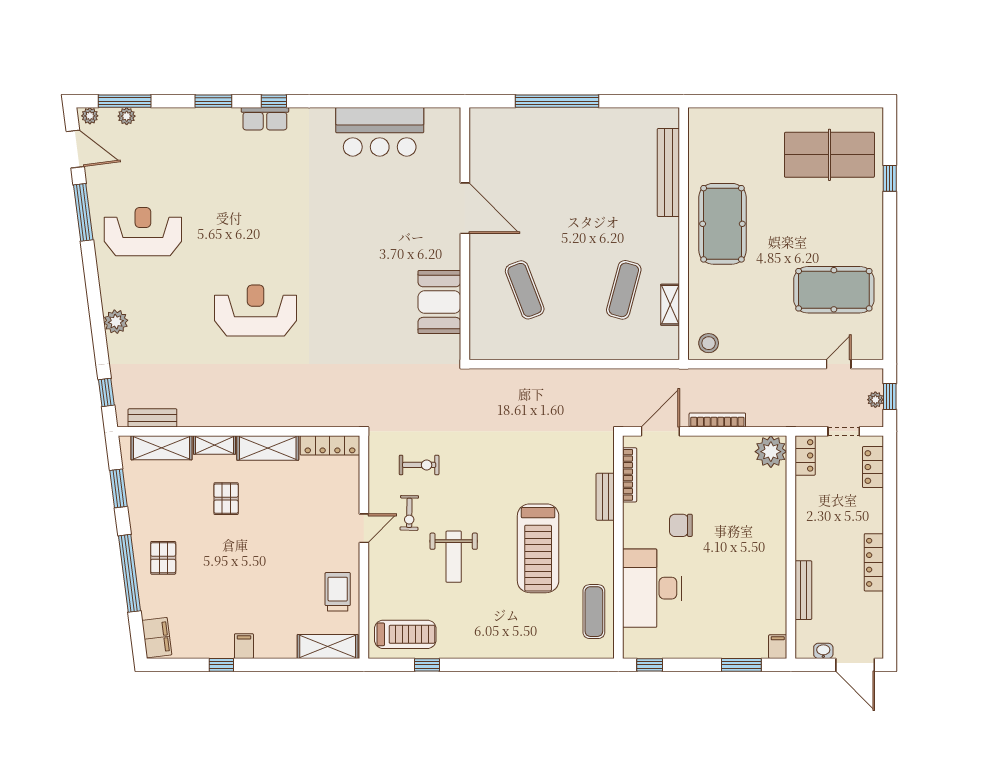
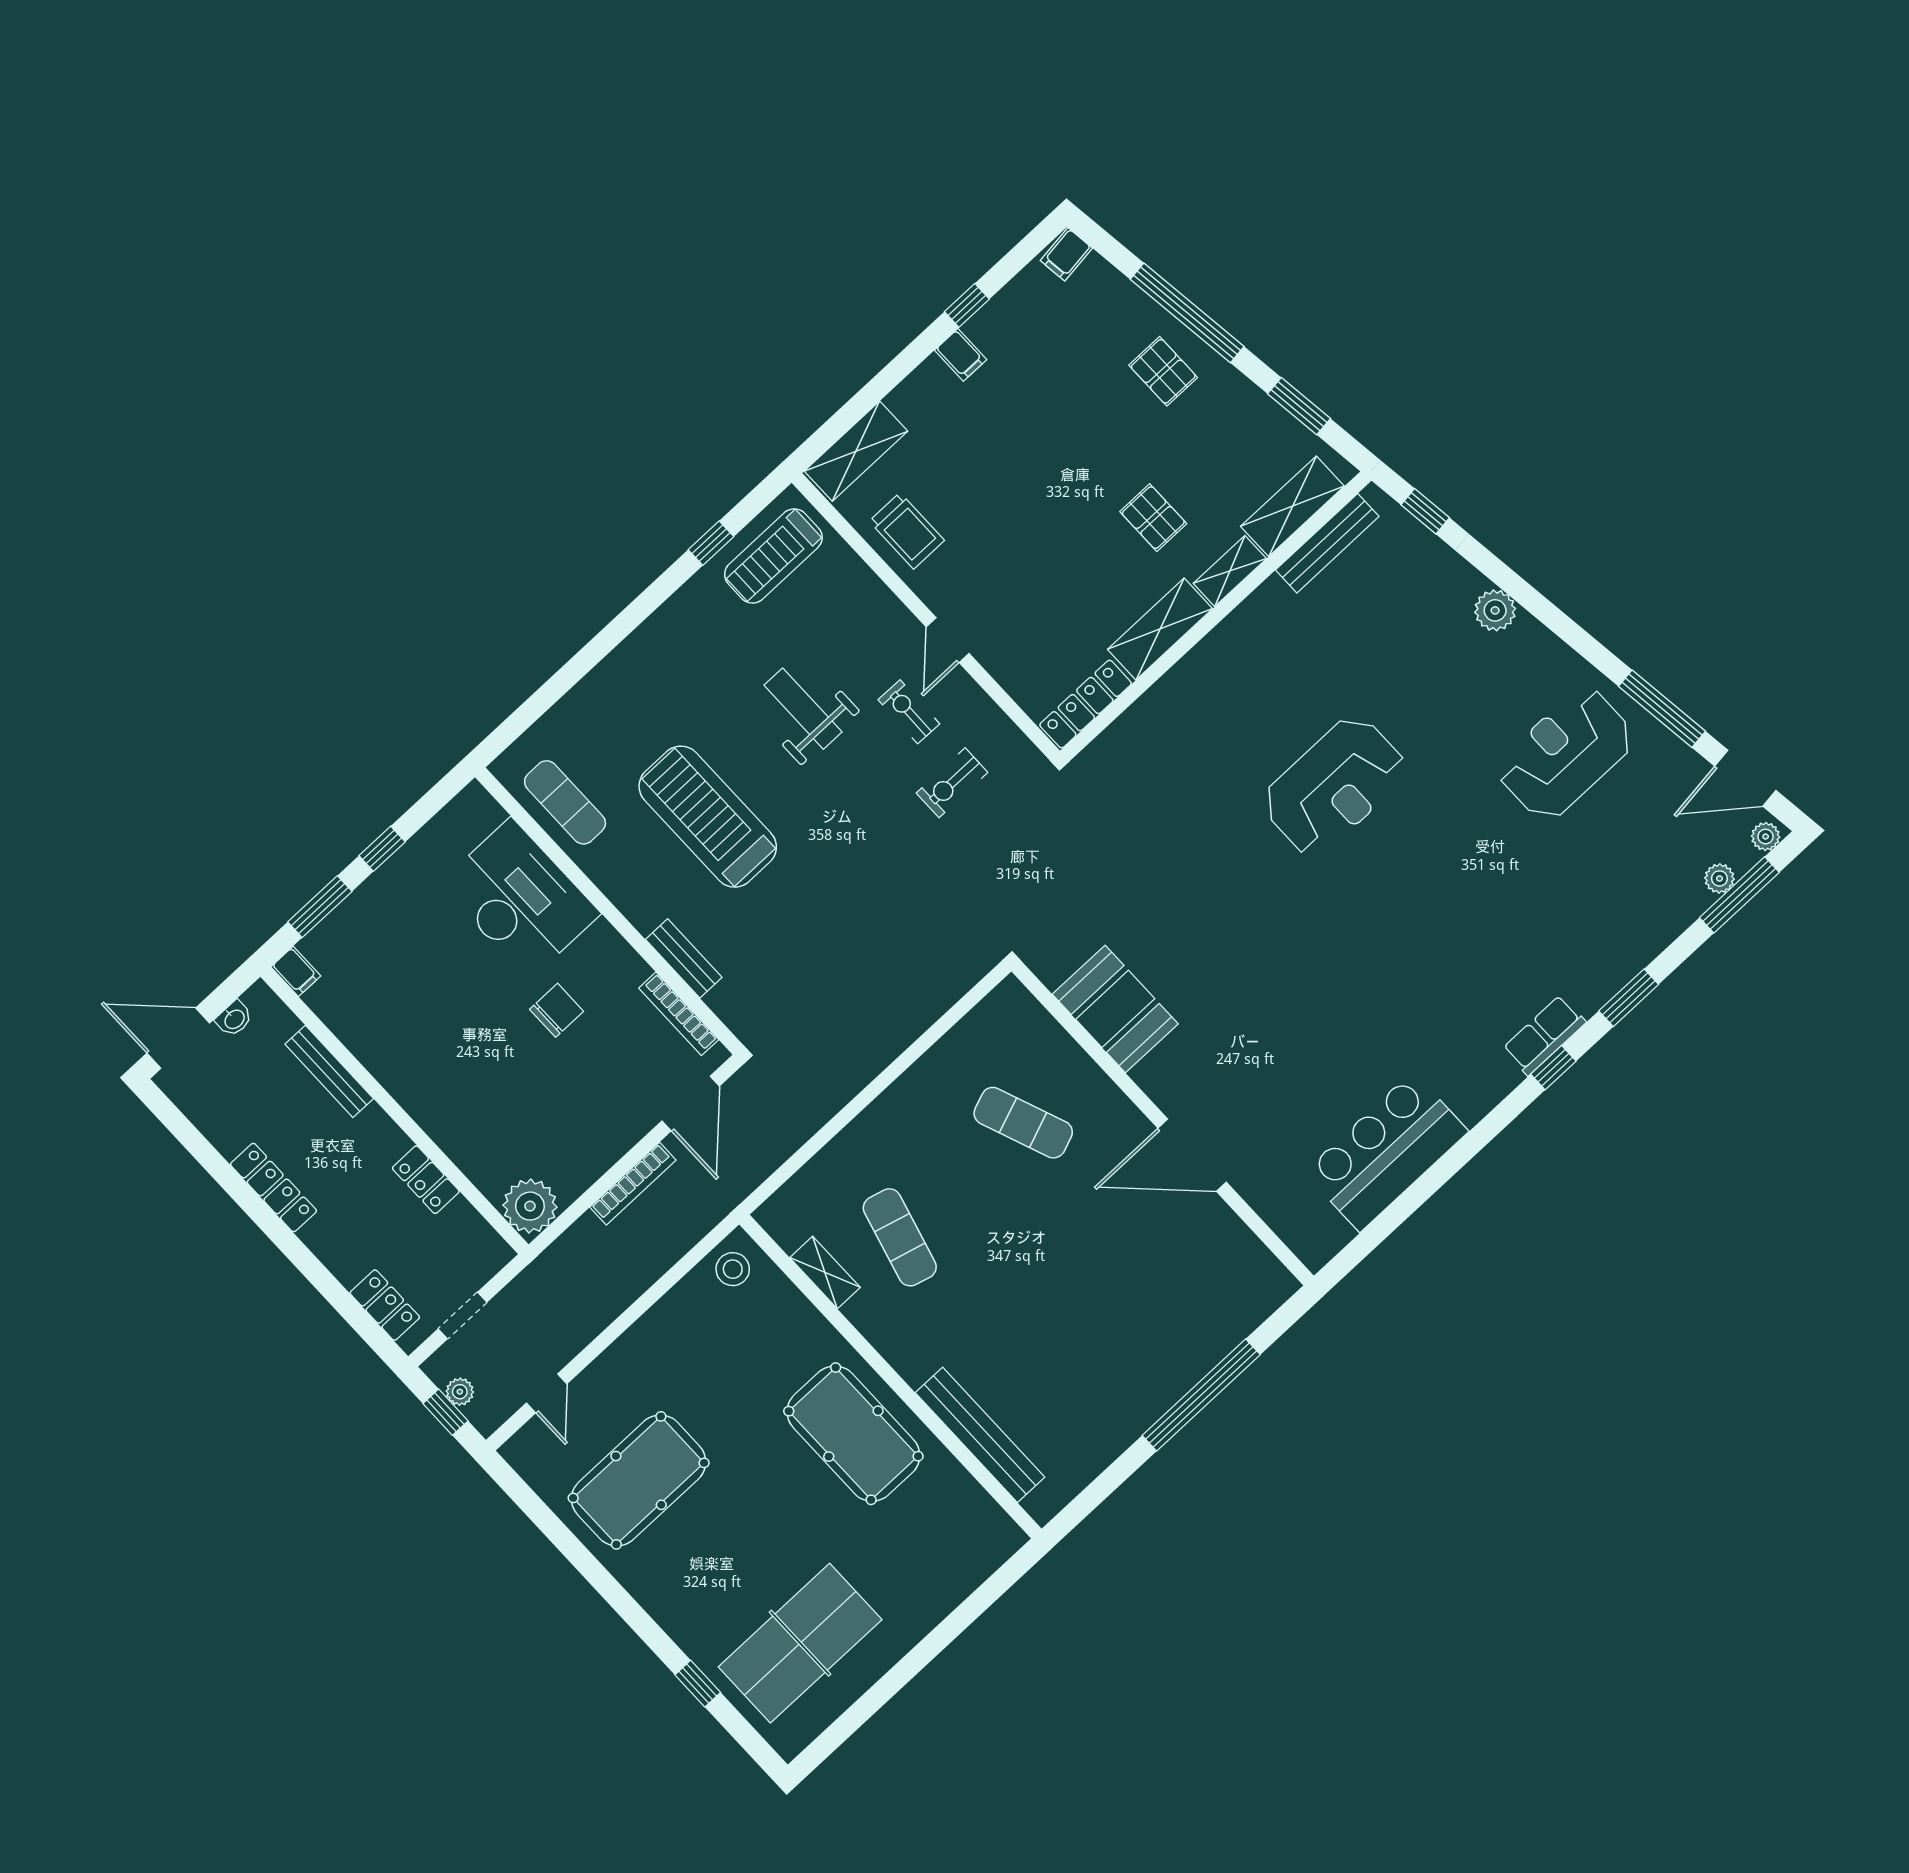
reception desk: (143, 232) -> (1566, 754), turned 180
bench: (152, 418) -> (1327, 543), width x1.36
locker: (805, 455) -> (426, 1180), moved
filing cabinet: (157, 638) -> (1066, 254), width x0.50
window: (650, 665) -> (382, 849), moved

